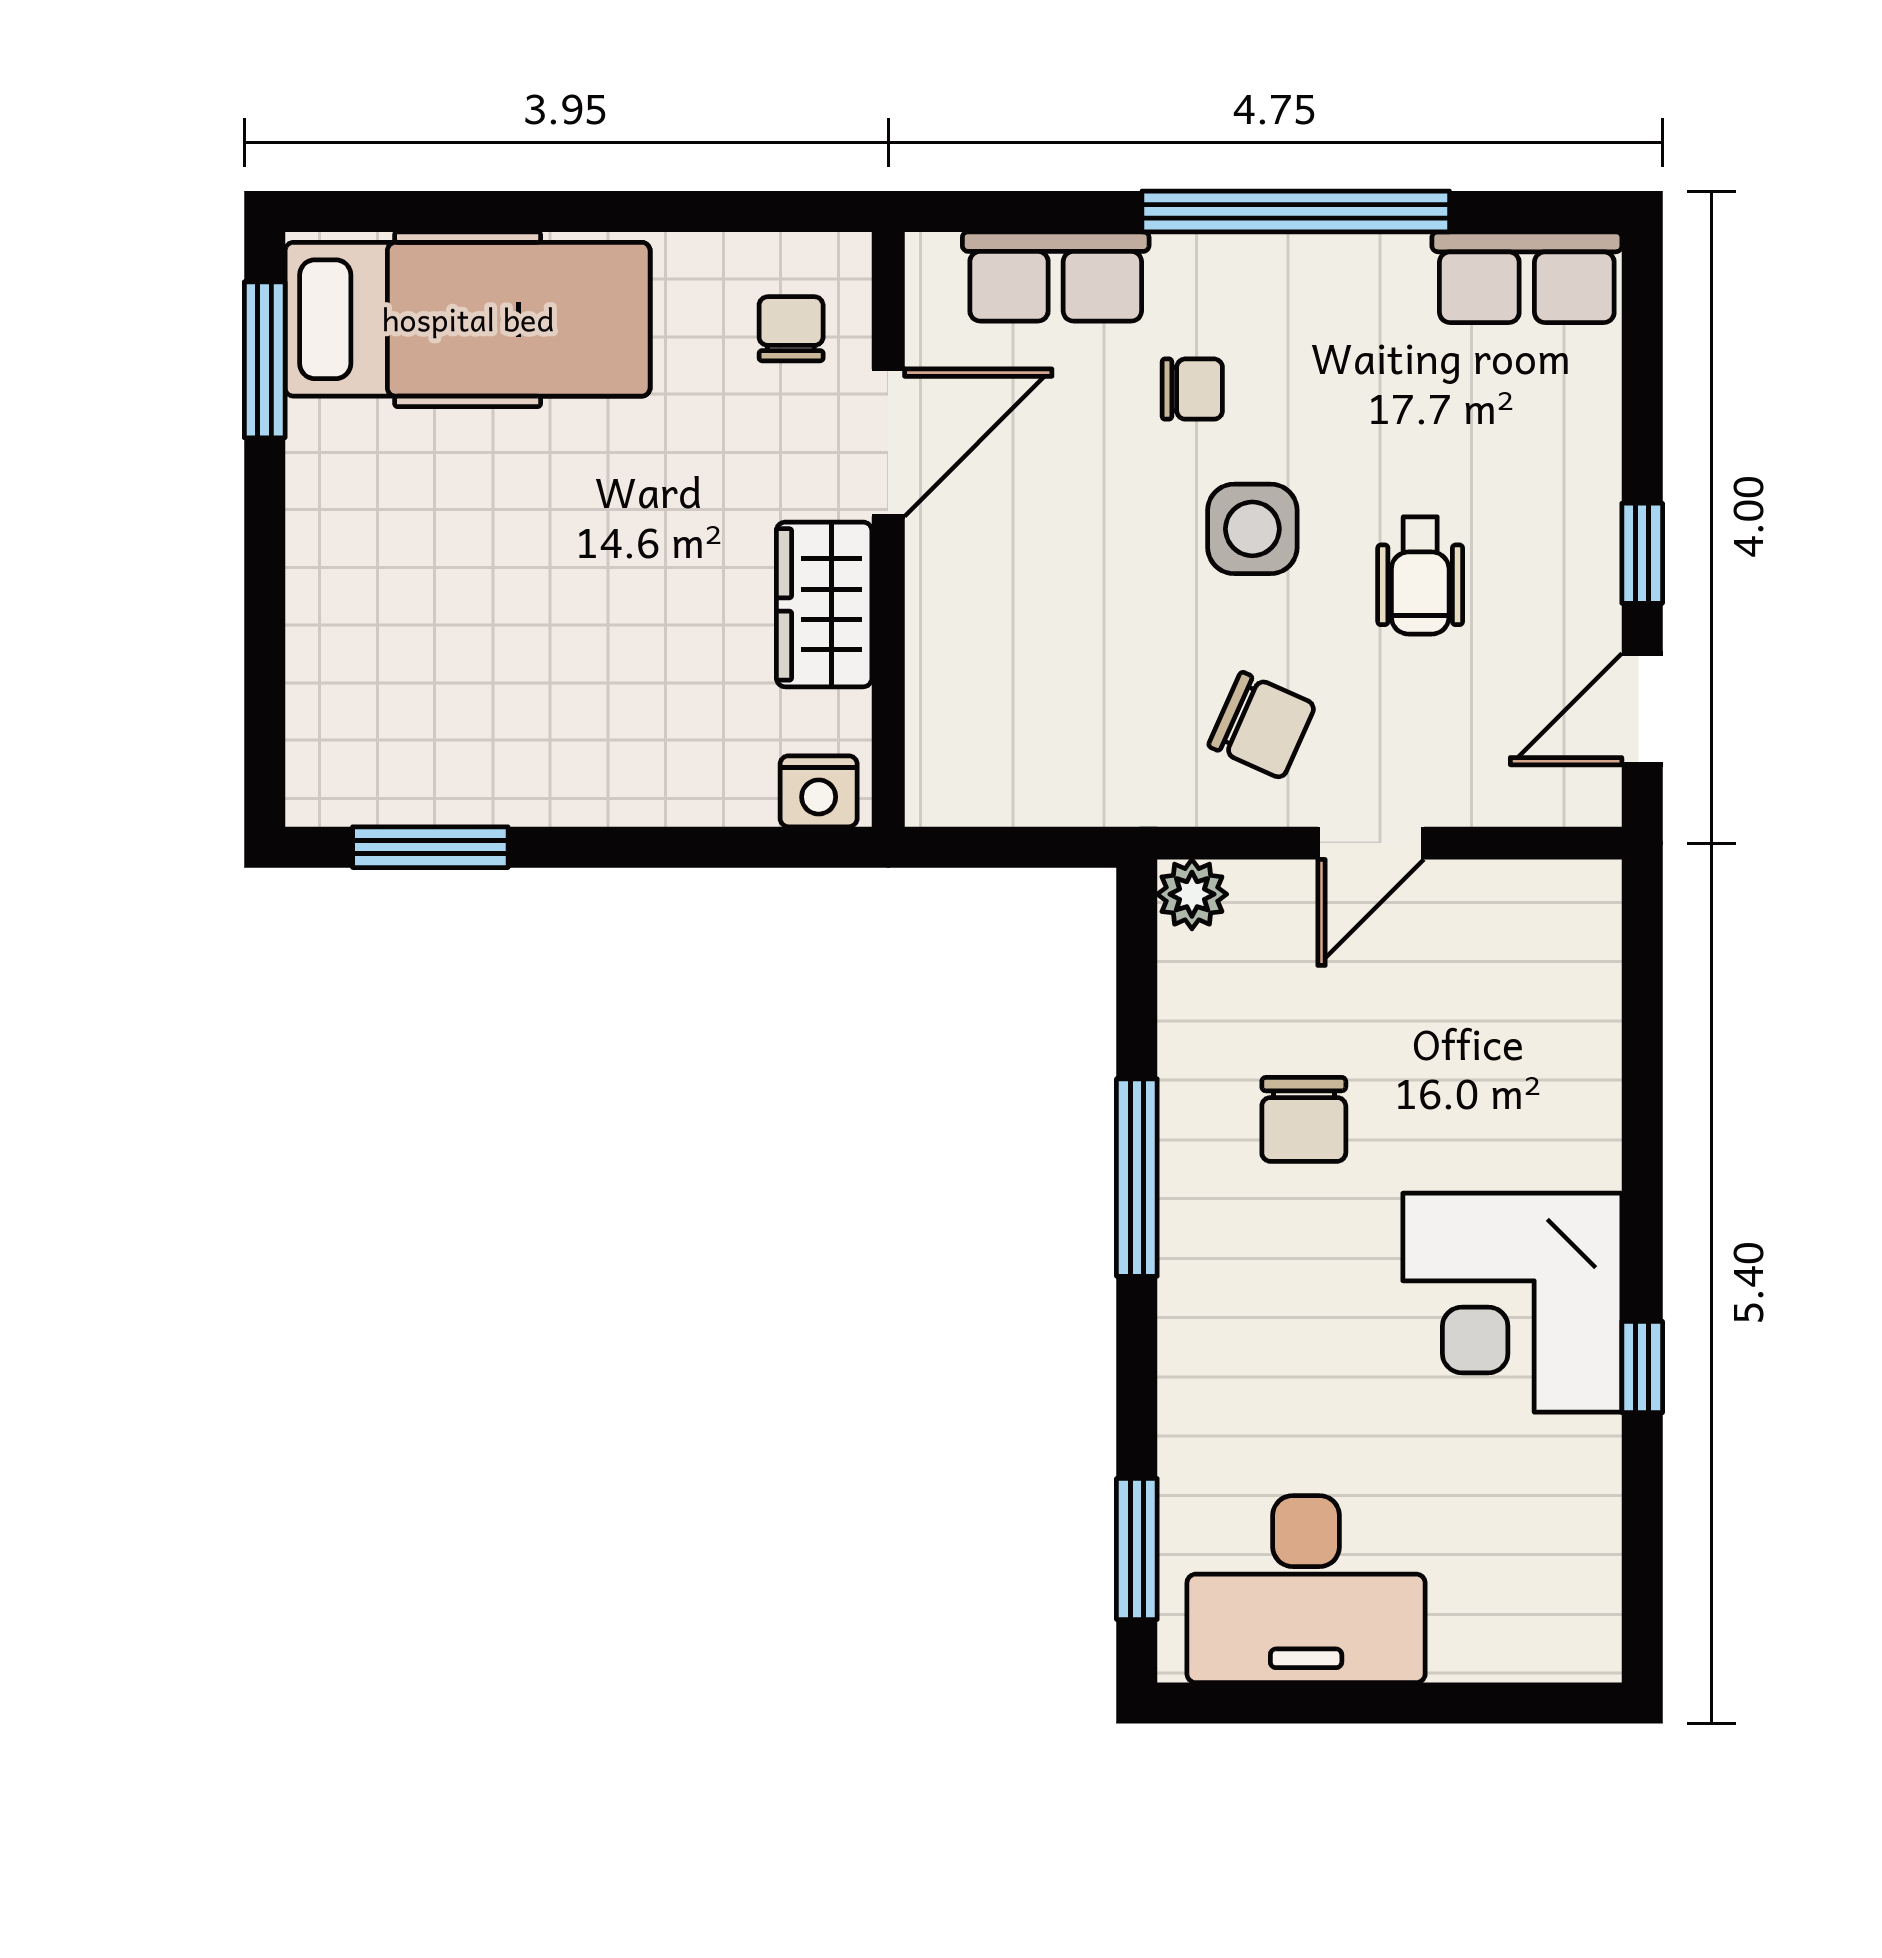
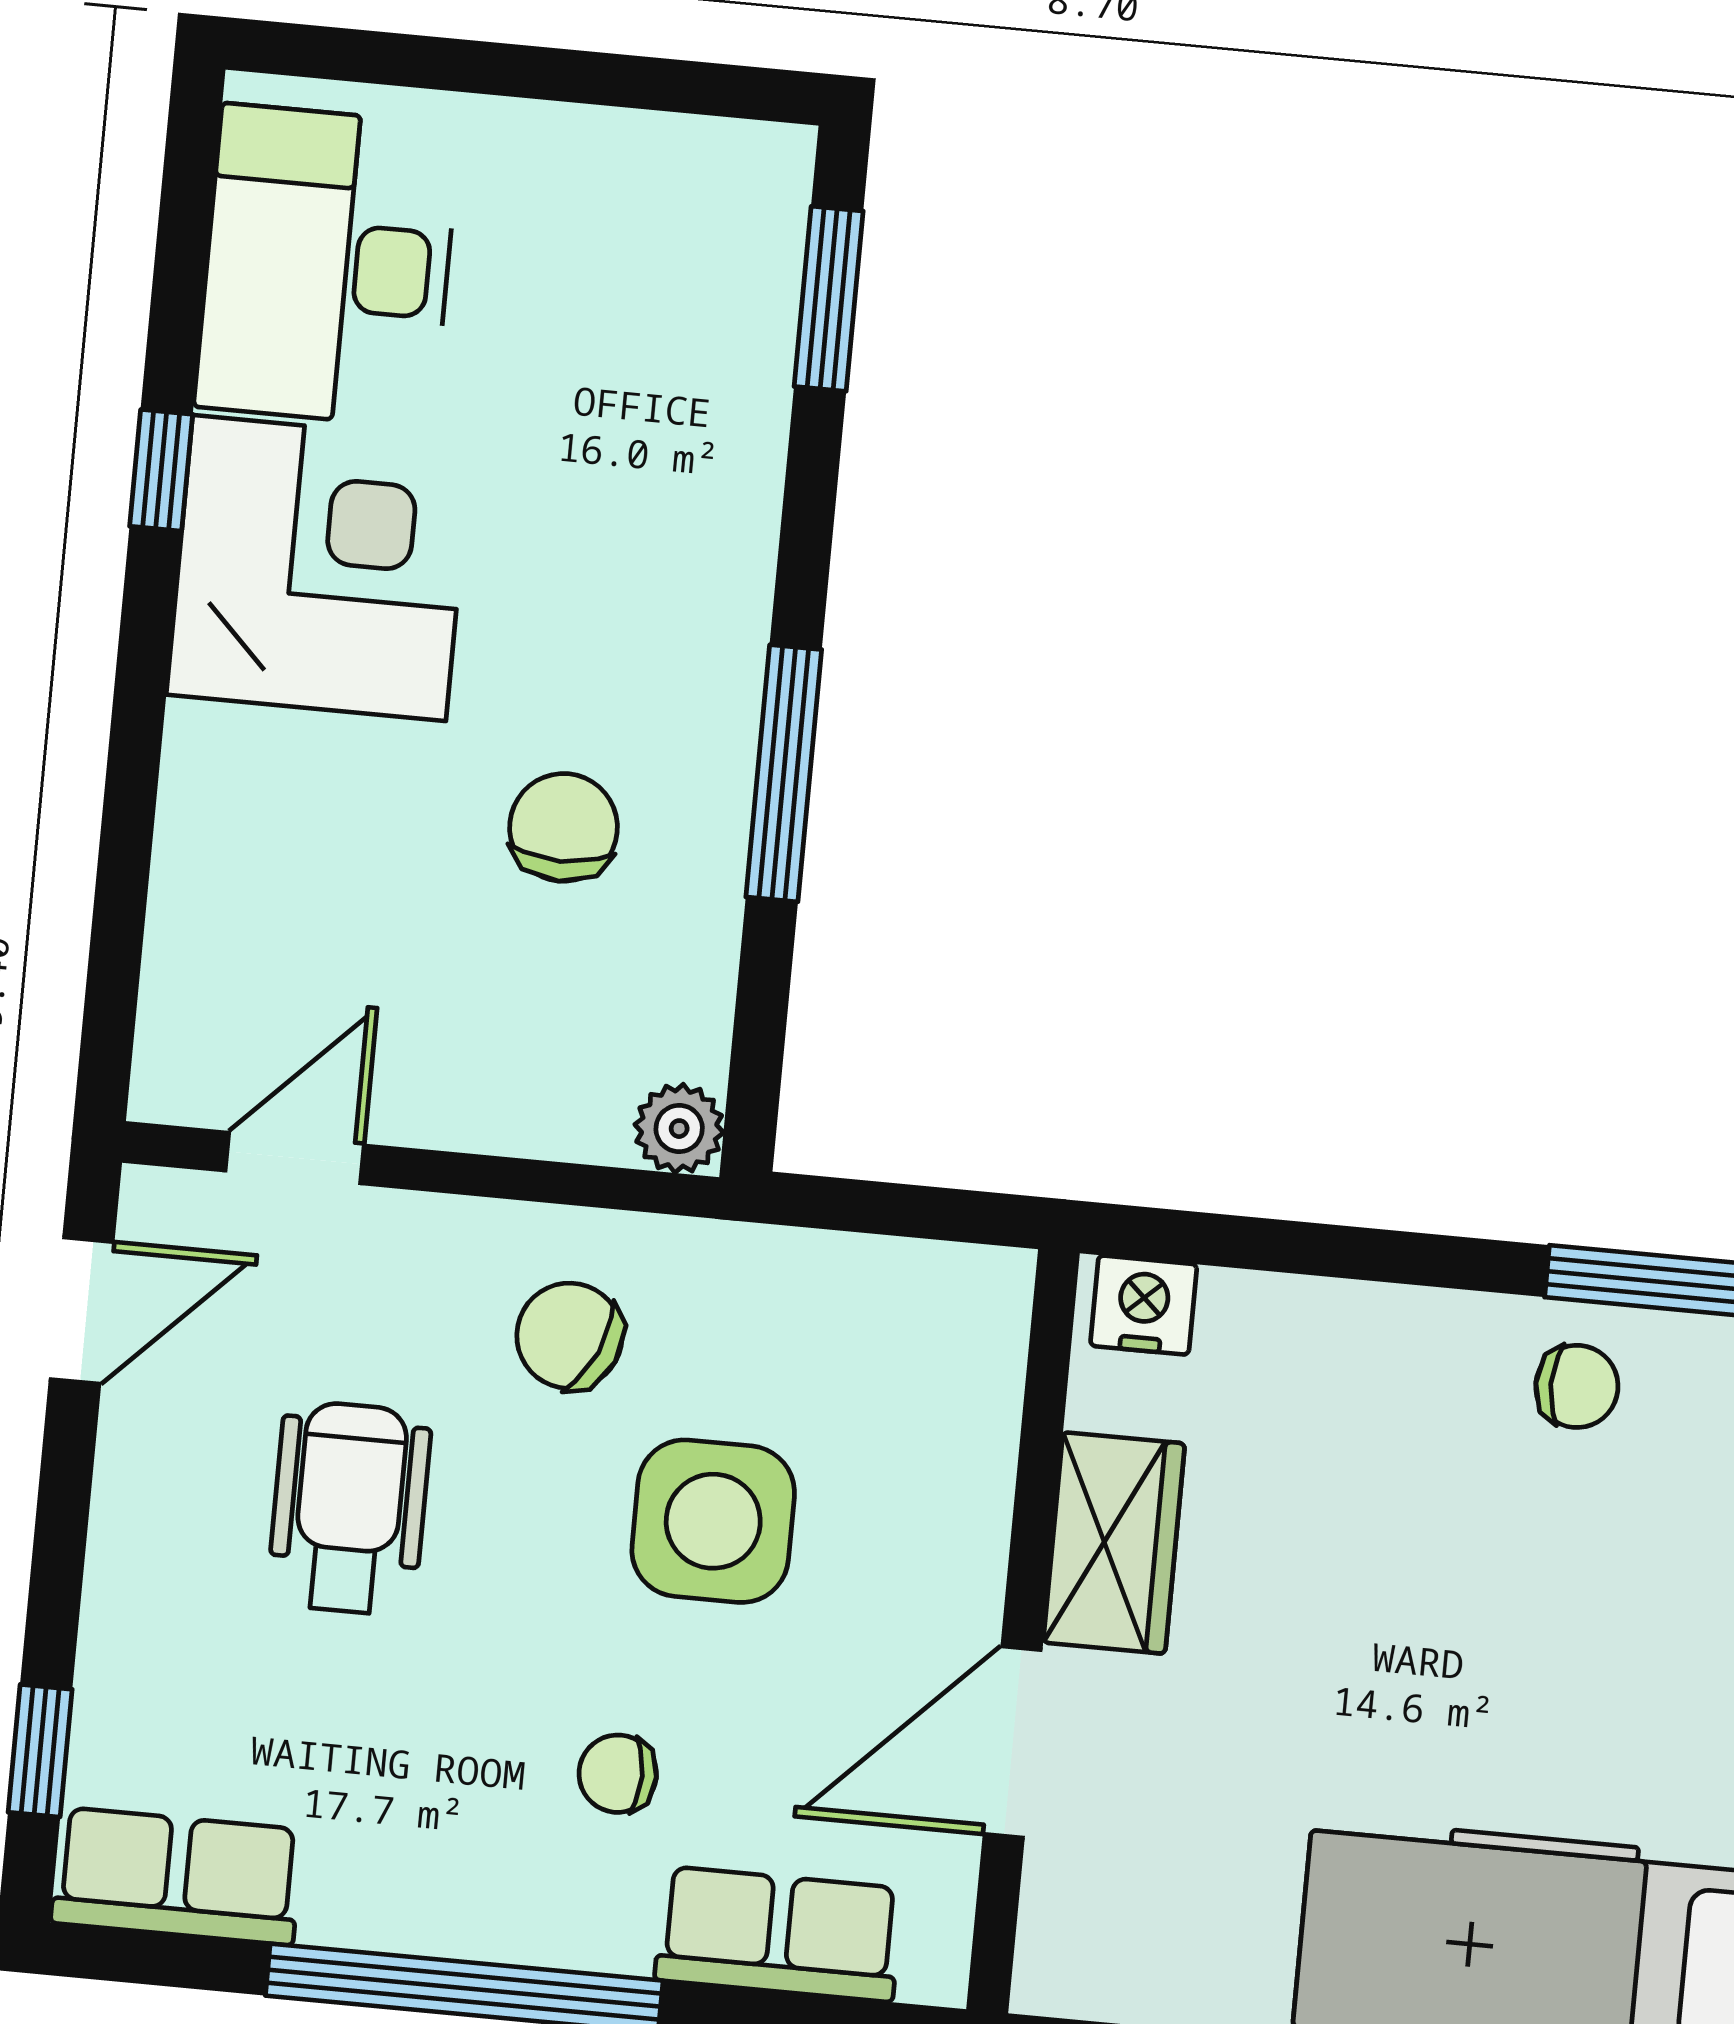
chair: (791, 329) -> (1577, 1386), moved, turned -90
side table: (1252, 529) -> (713, 1521), moved, width x1.37, depth x1.37
window: (1642, 553) -> (40, 1751), moved
wheelchair: (1420, 575) -> (349, 1508), width x1.36, depth x1.37
door: (1371, 843) -> (295, 1158), moved
desk: (1306, 1589) -> (327, 266), moved, turned -90

